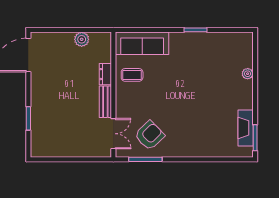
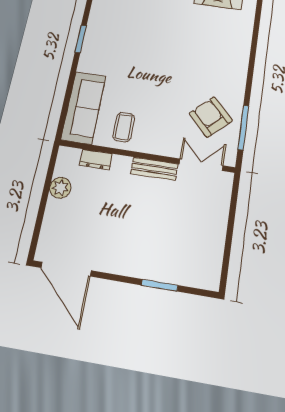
dresser: (105, 74) -> (96, 160), moved

